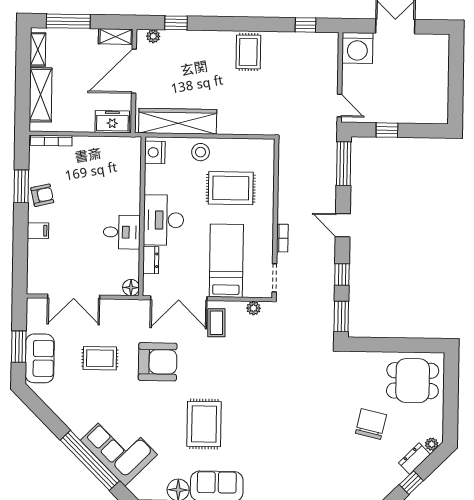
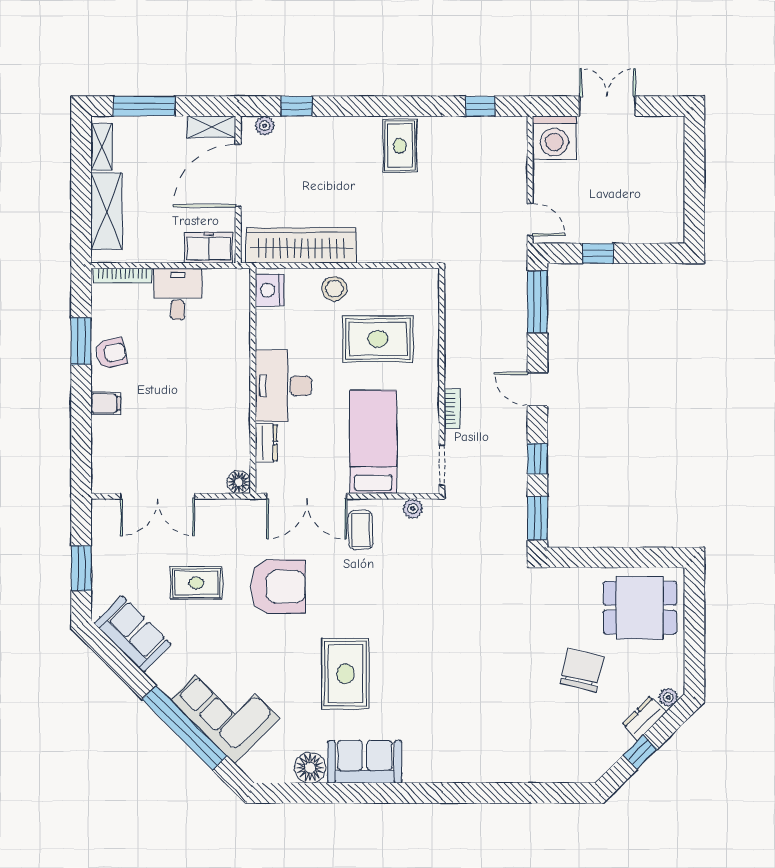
desk: (122, 232) -> (178, 294), moved, turned -90
sofa: (40, 358) -> (133, 634), moved, turned -45

